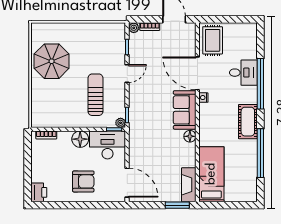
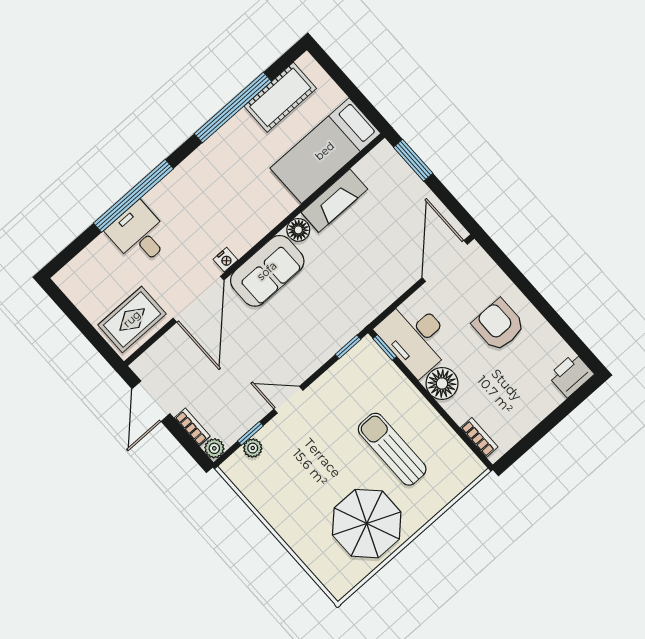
sun lounger: (95, 95) -> (392, 449), moved, turned 90
cot: (248, 122) -> (280, 97), moved
plant: (121, 123) -> (253, 448), moved
fireplace: (189, 185) -> (334, 201), moved

